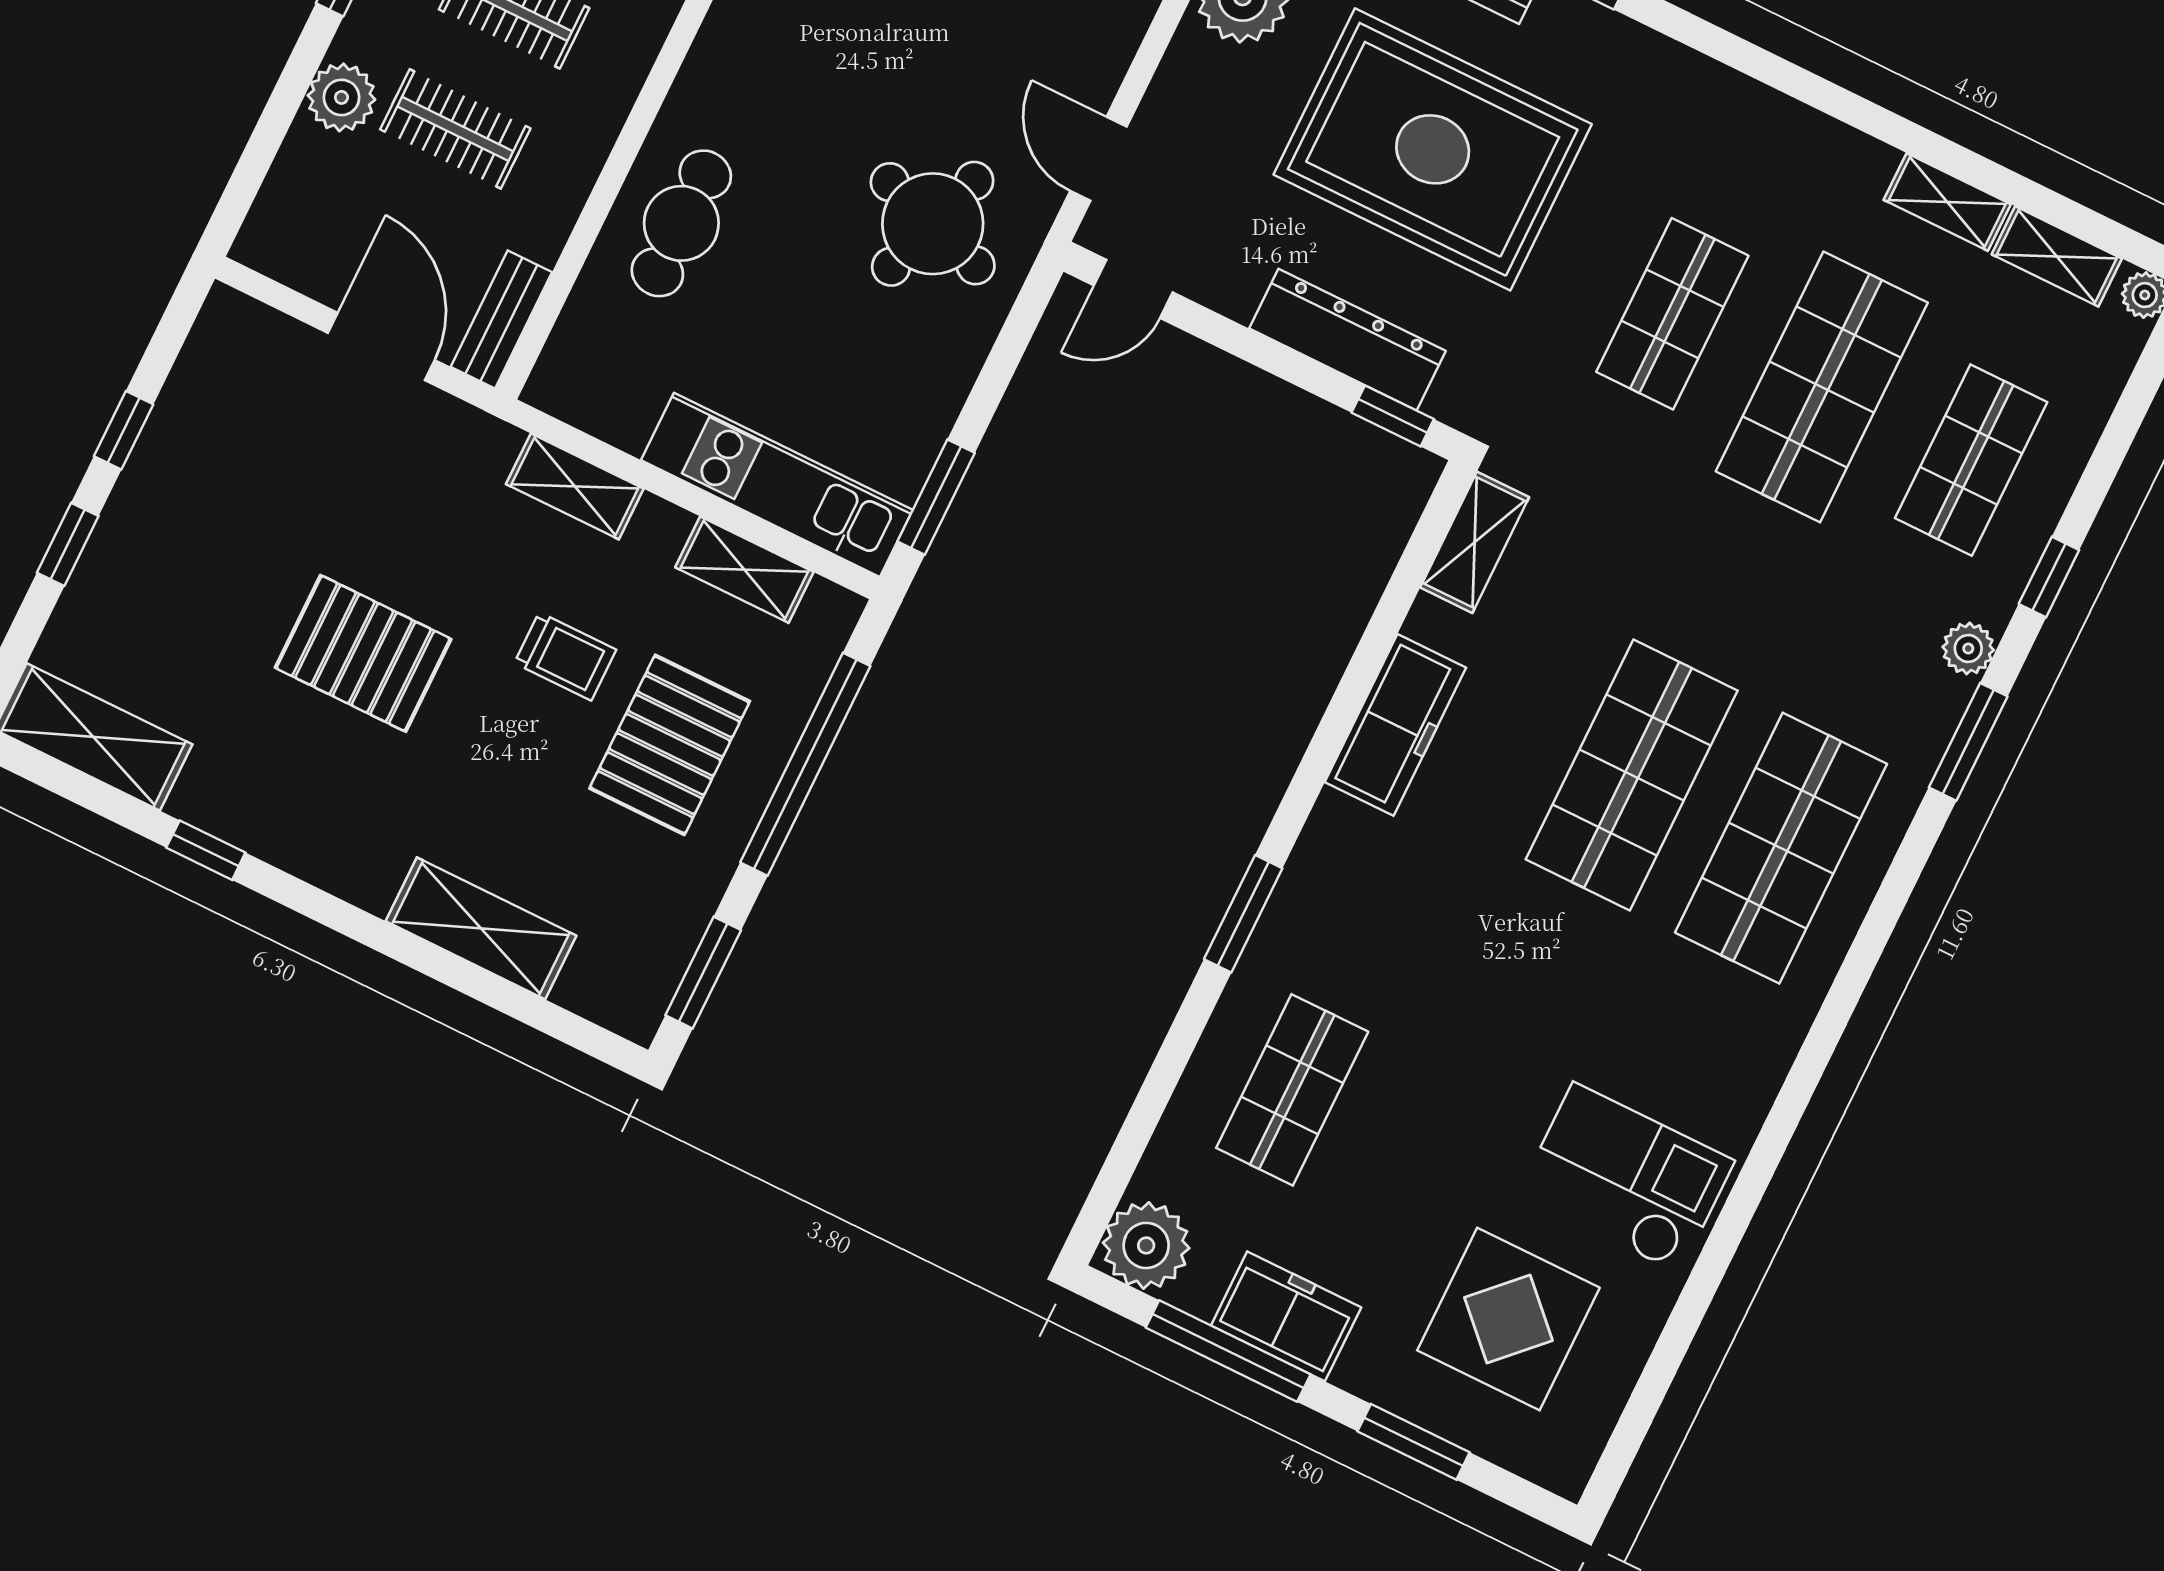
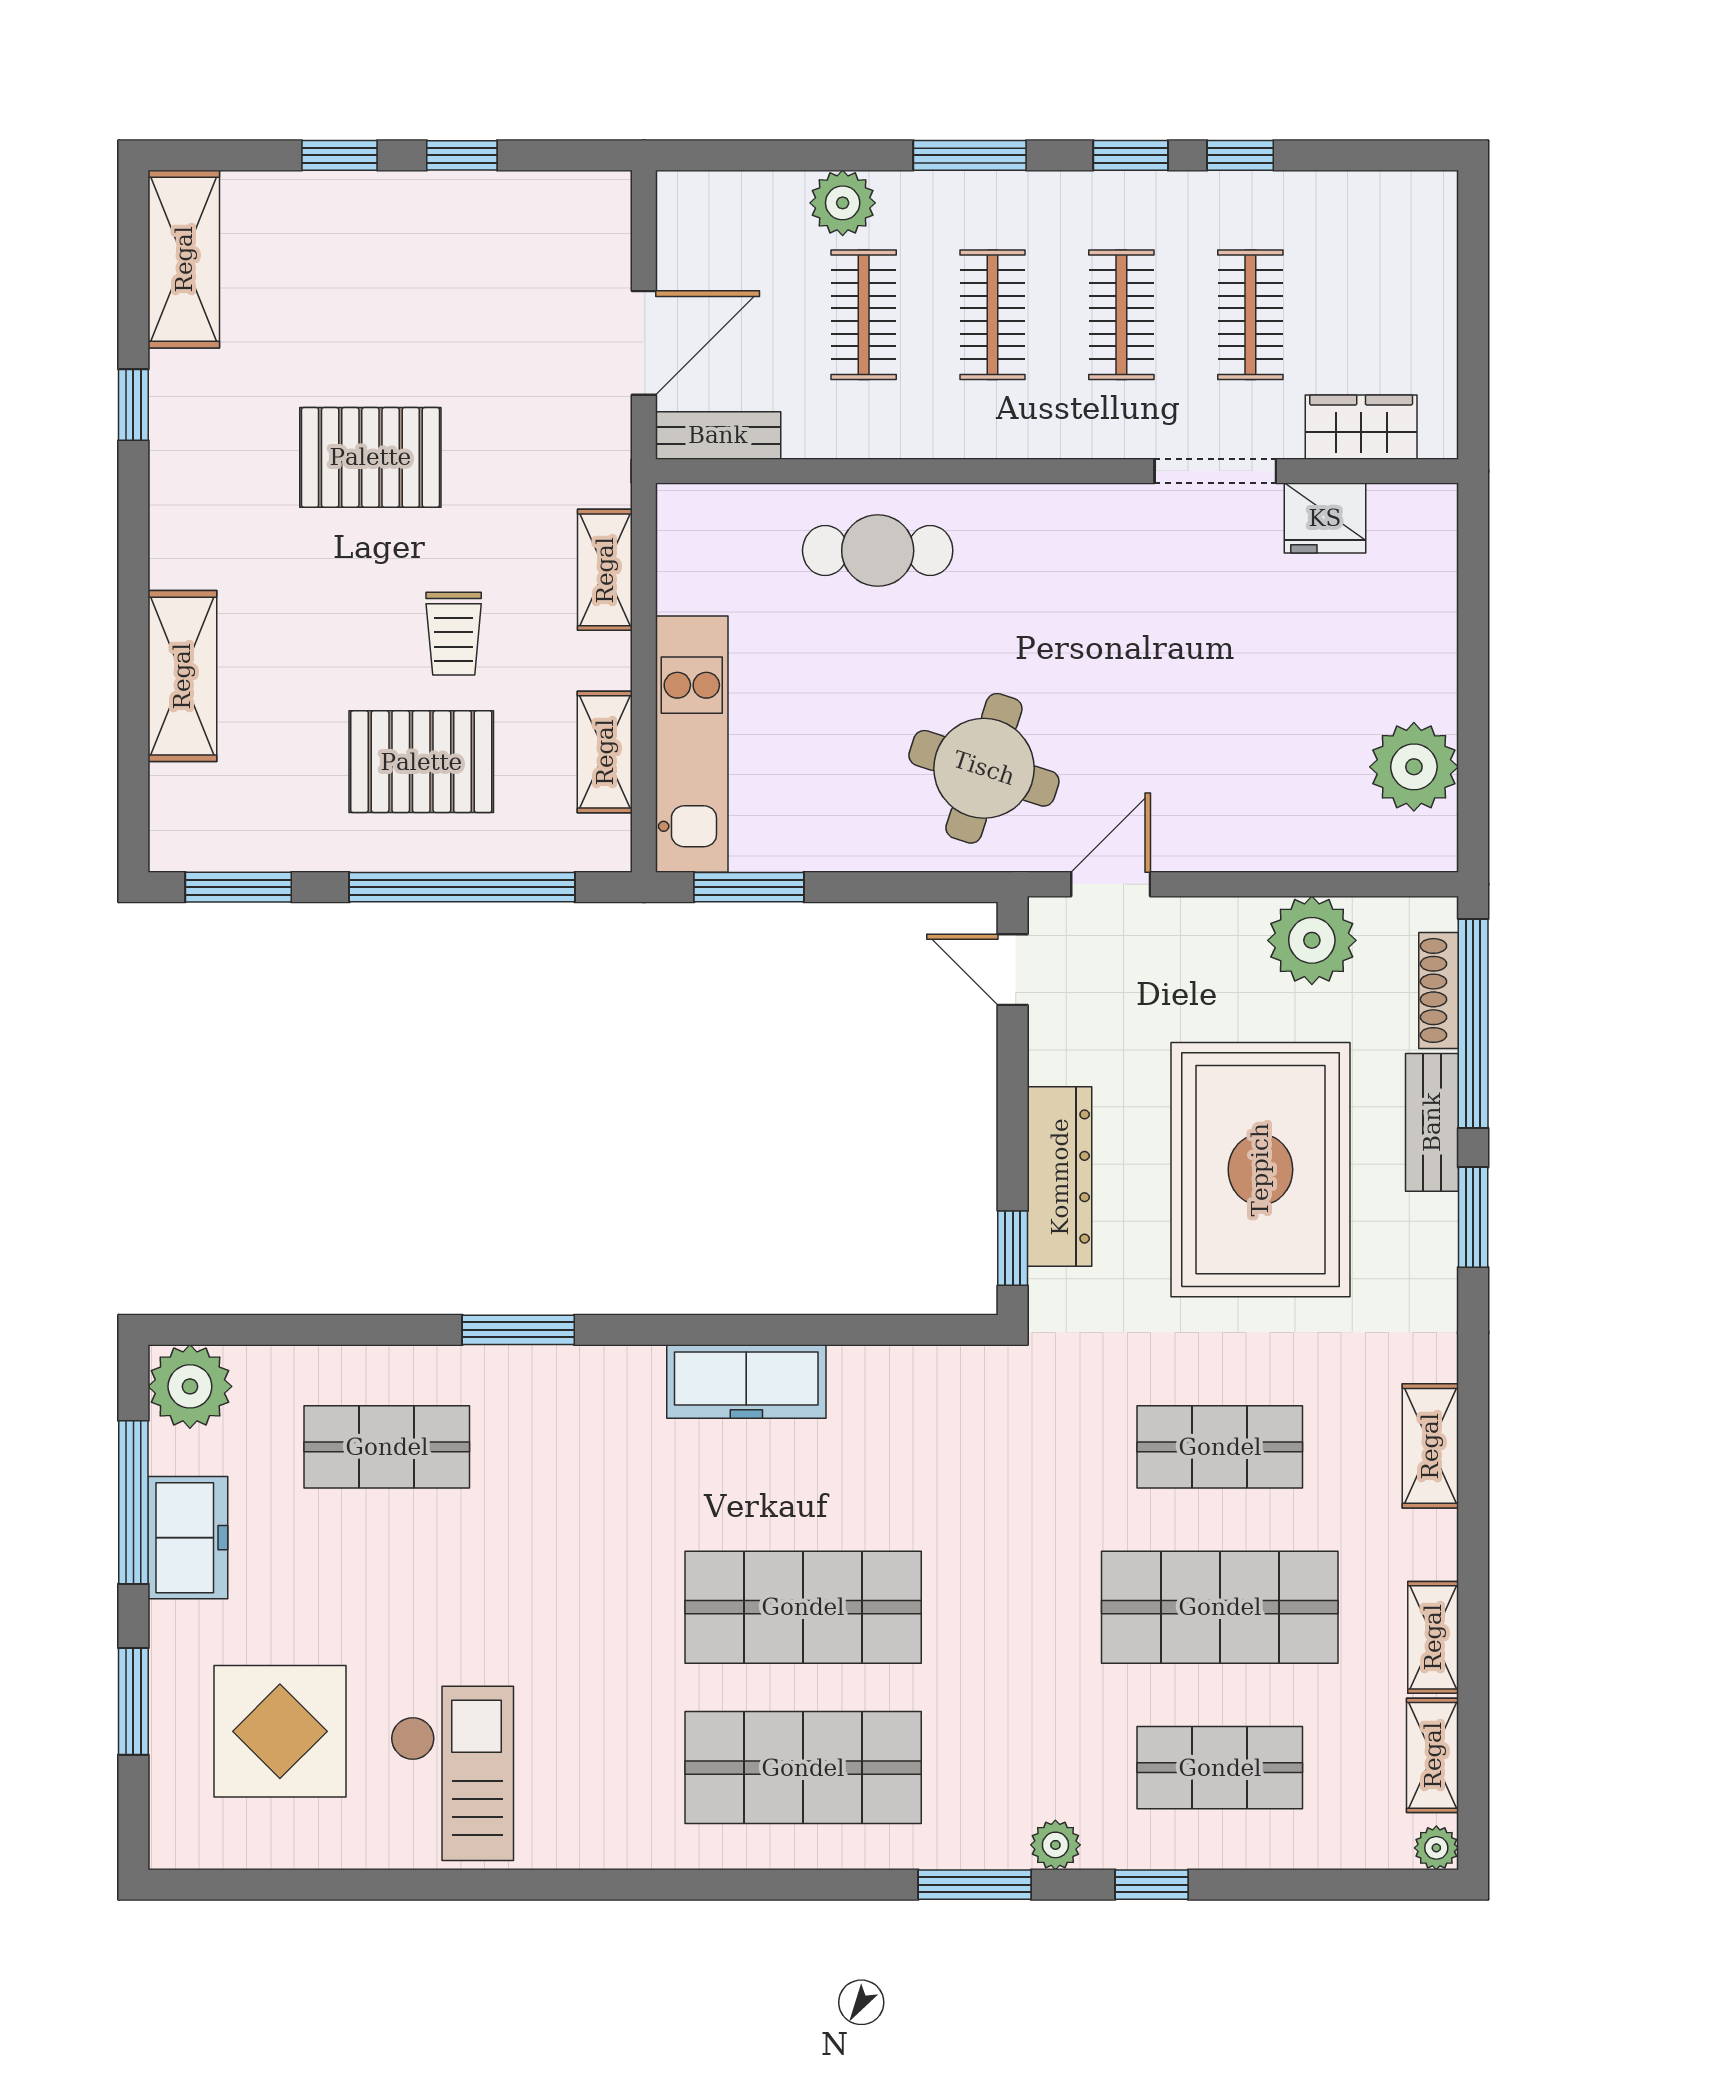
shelving: (1475, 542) -> (1430, 1446), moved, turned 90
pallet: (363, 653) -> (370, 457), turned 90

